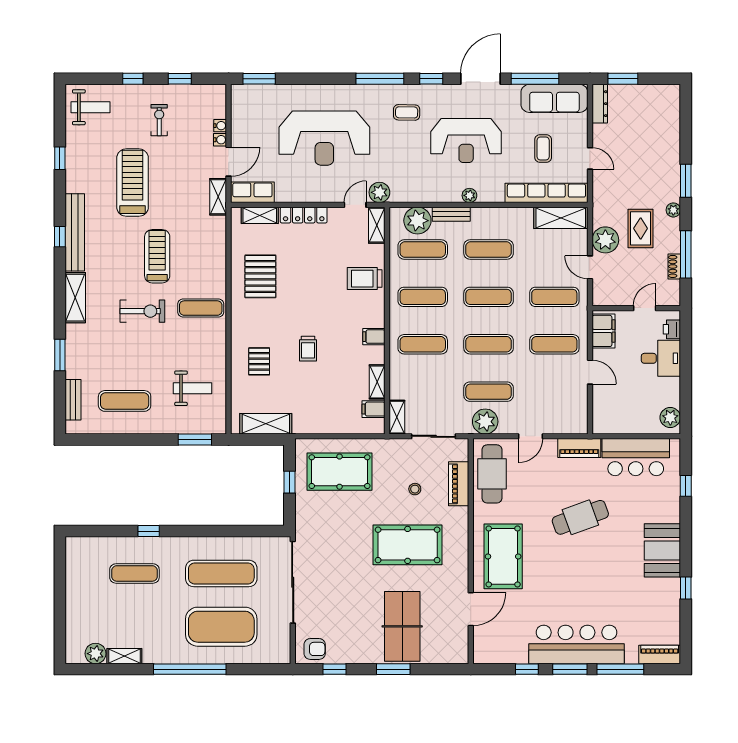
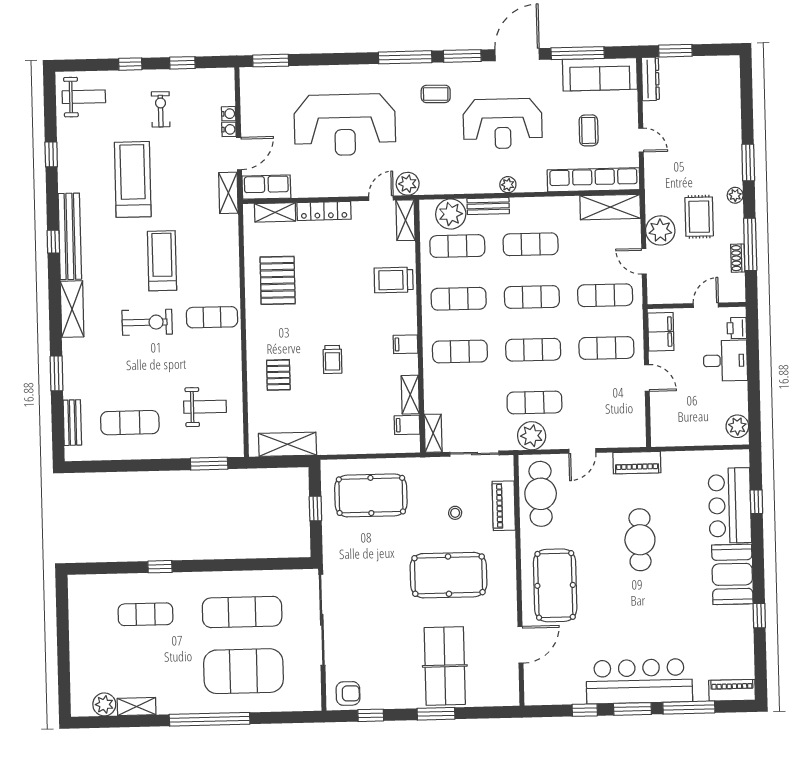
window: (431, 79) -> (462, 56), width x1.50
bar counter: (636, 457) -> (730, 506), moved, turned 90
cafe table: (580, 517) -> (640, 540), turned -70

